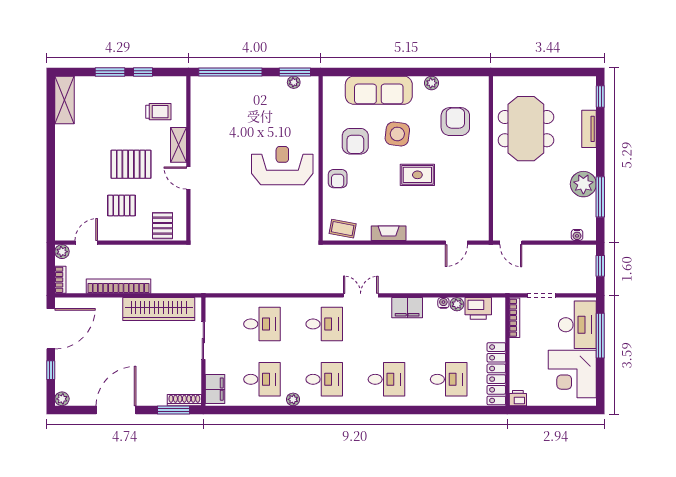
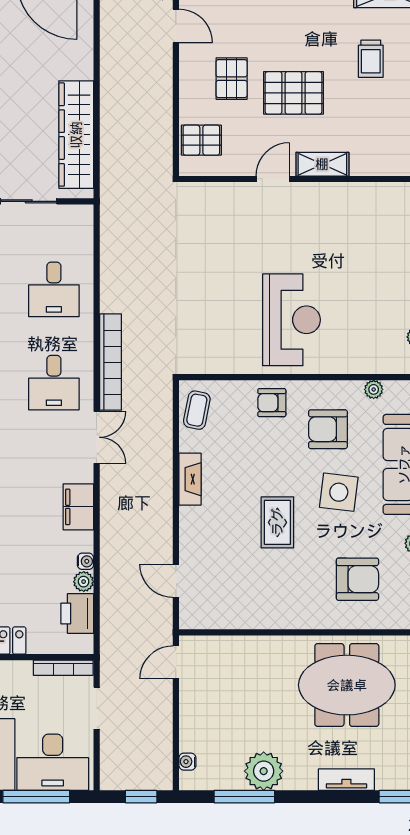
plant: (329, 111) -> (374, 389), added
trolley: (158, 112) -> (371, 59), moved
pallet: (131, 164) -> (294, 93), turned 90
bookcase: (118, 286) -> (111, 362), moved

